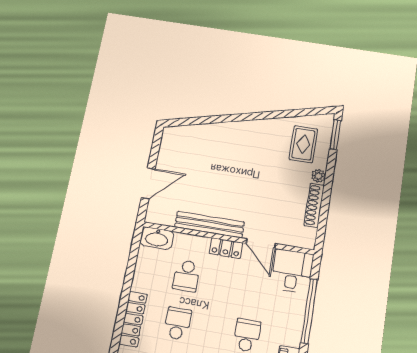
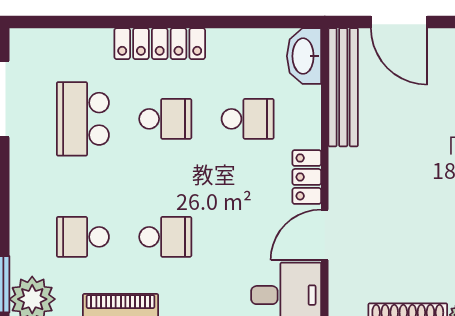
bench: (209, 225) -> (343, 87), moved
school desk: (187, 276) -> (248, 119), turned 180

